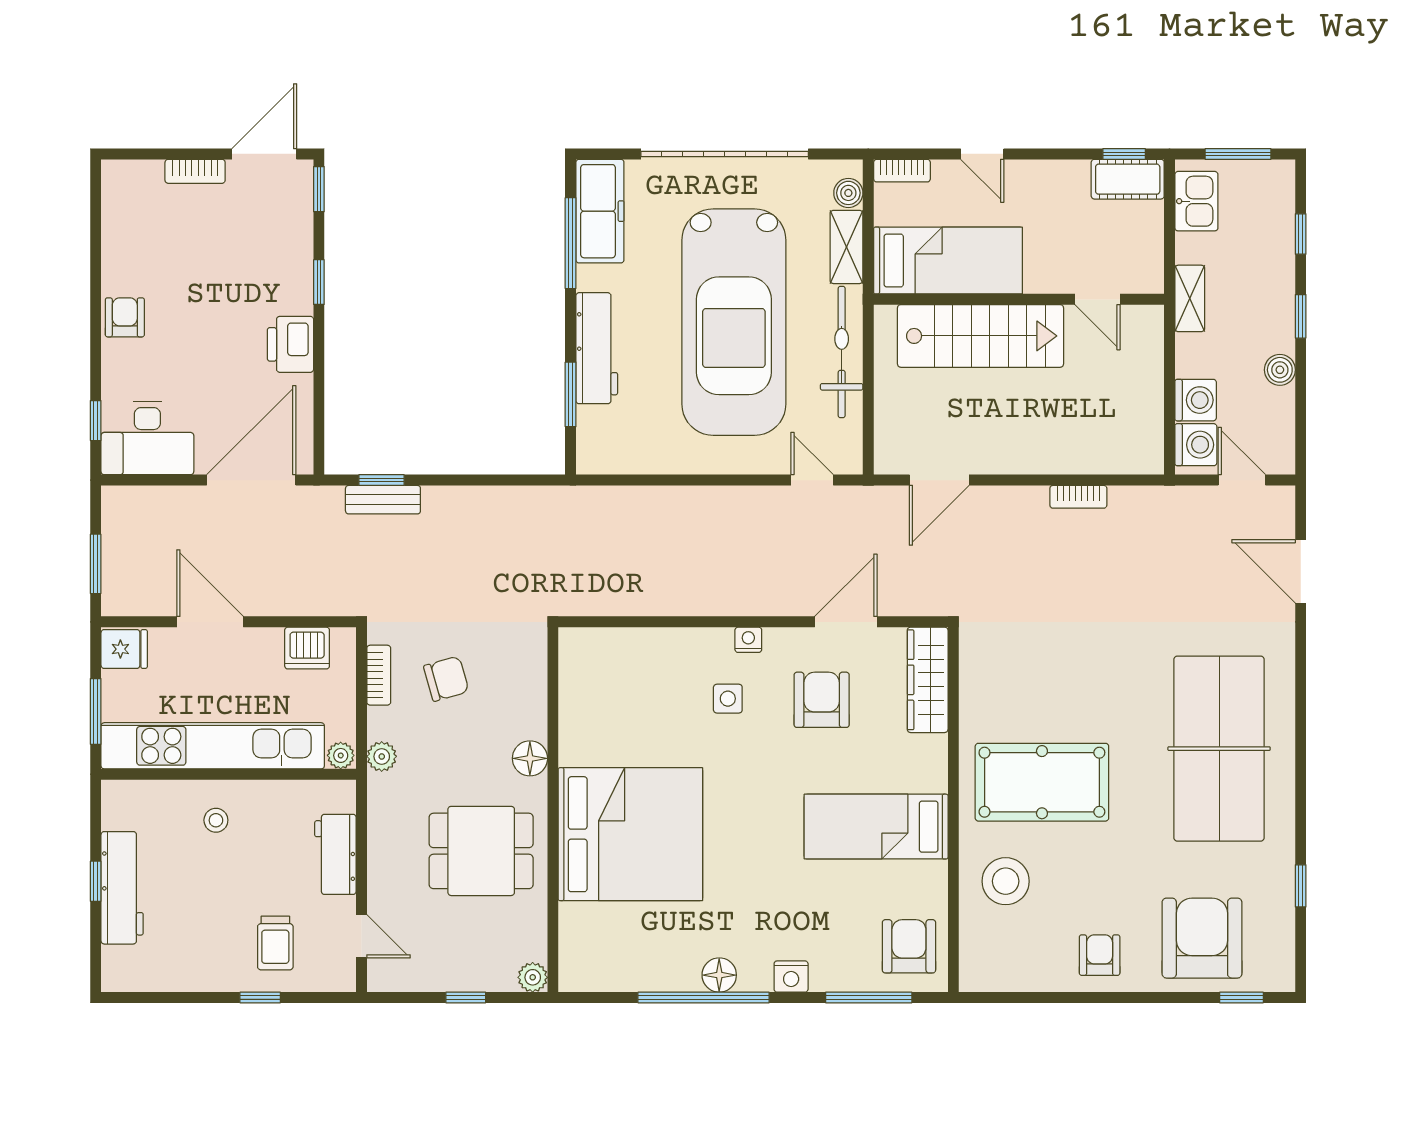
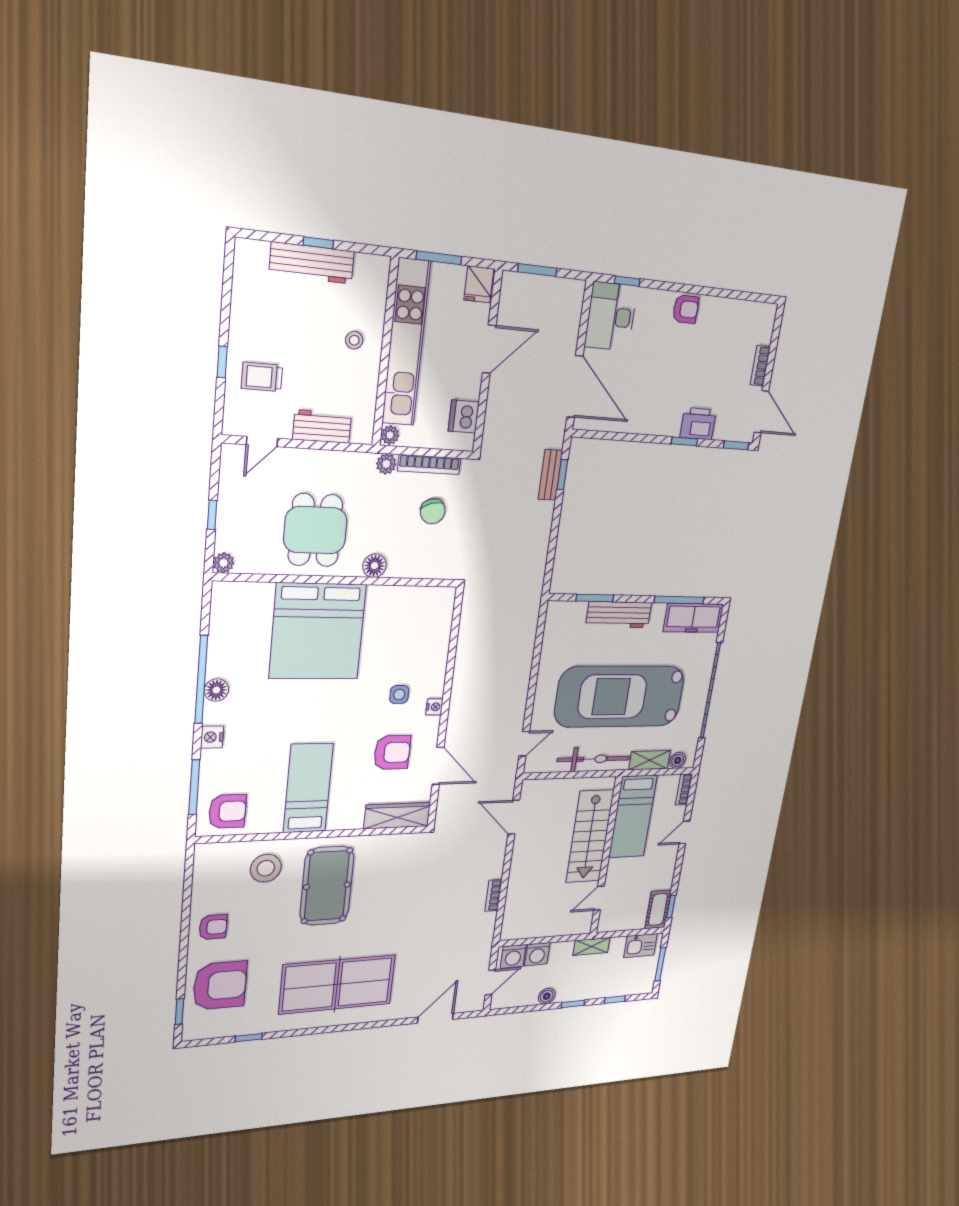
printer: (290, 344) -> (698, 424), moved
bookcase: (379, 675) -> (429, 465), width x1.56

